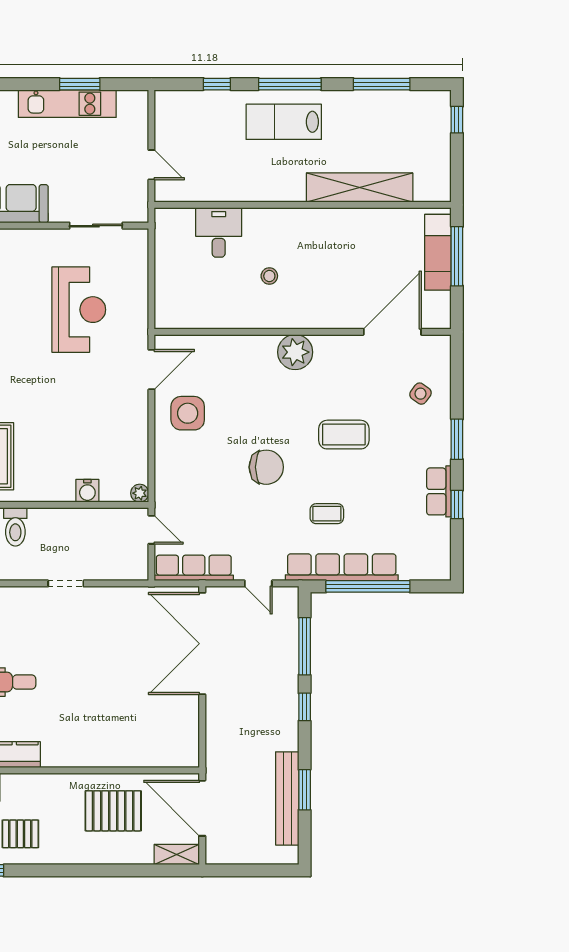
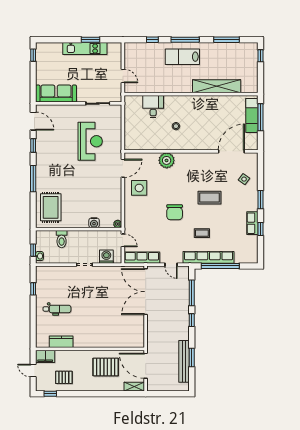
plant: (295, 352) -> (167, 160), moved
chair: (266, 467) -> (175, 212), turned 90
washing machine: (115, 566) -> (106, 257), added

